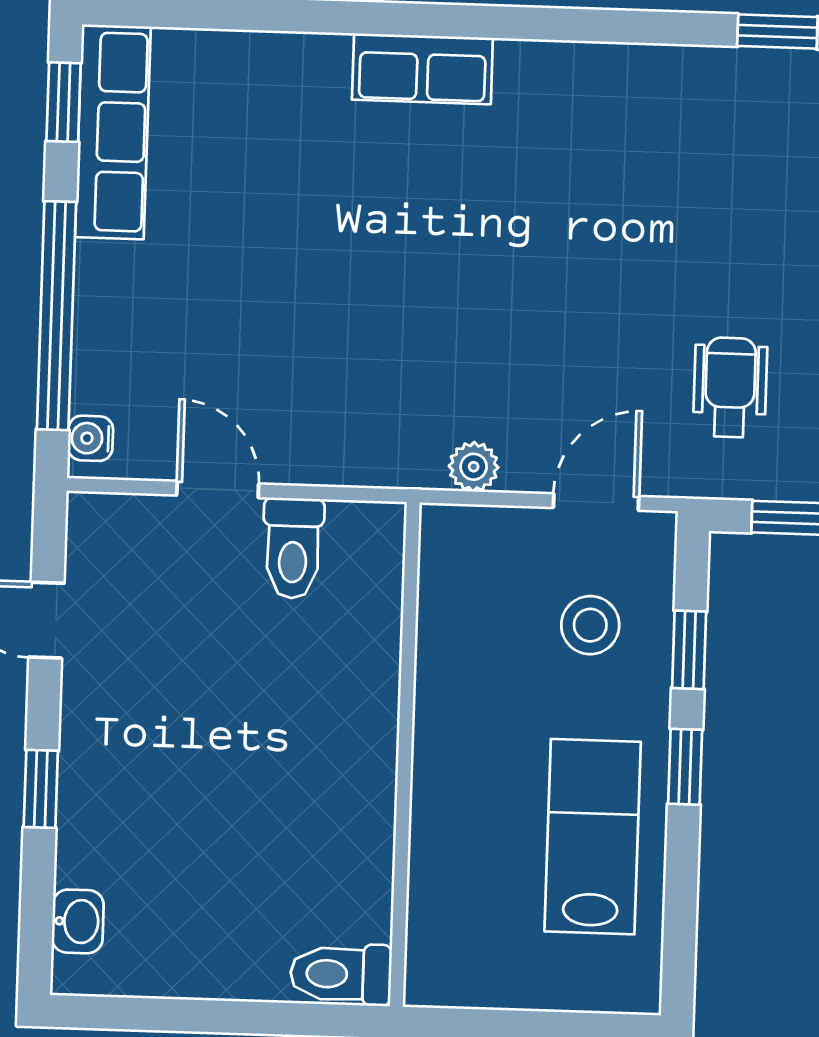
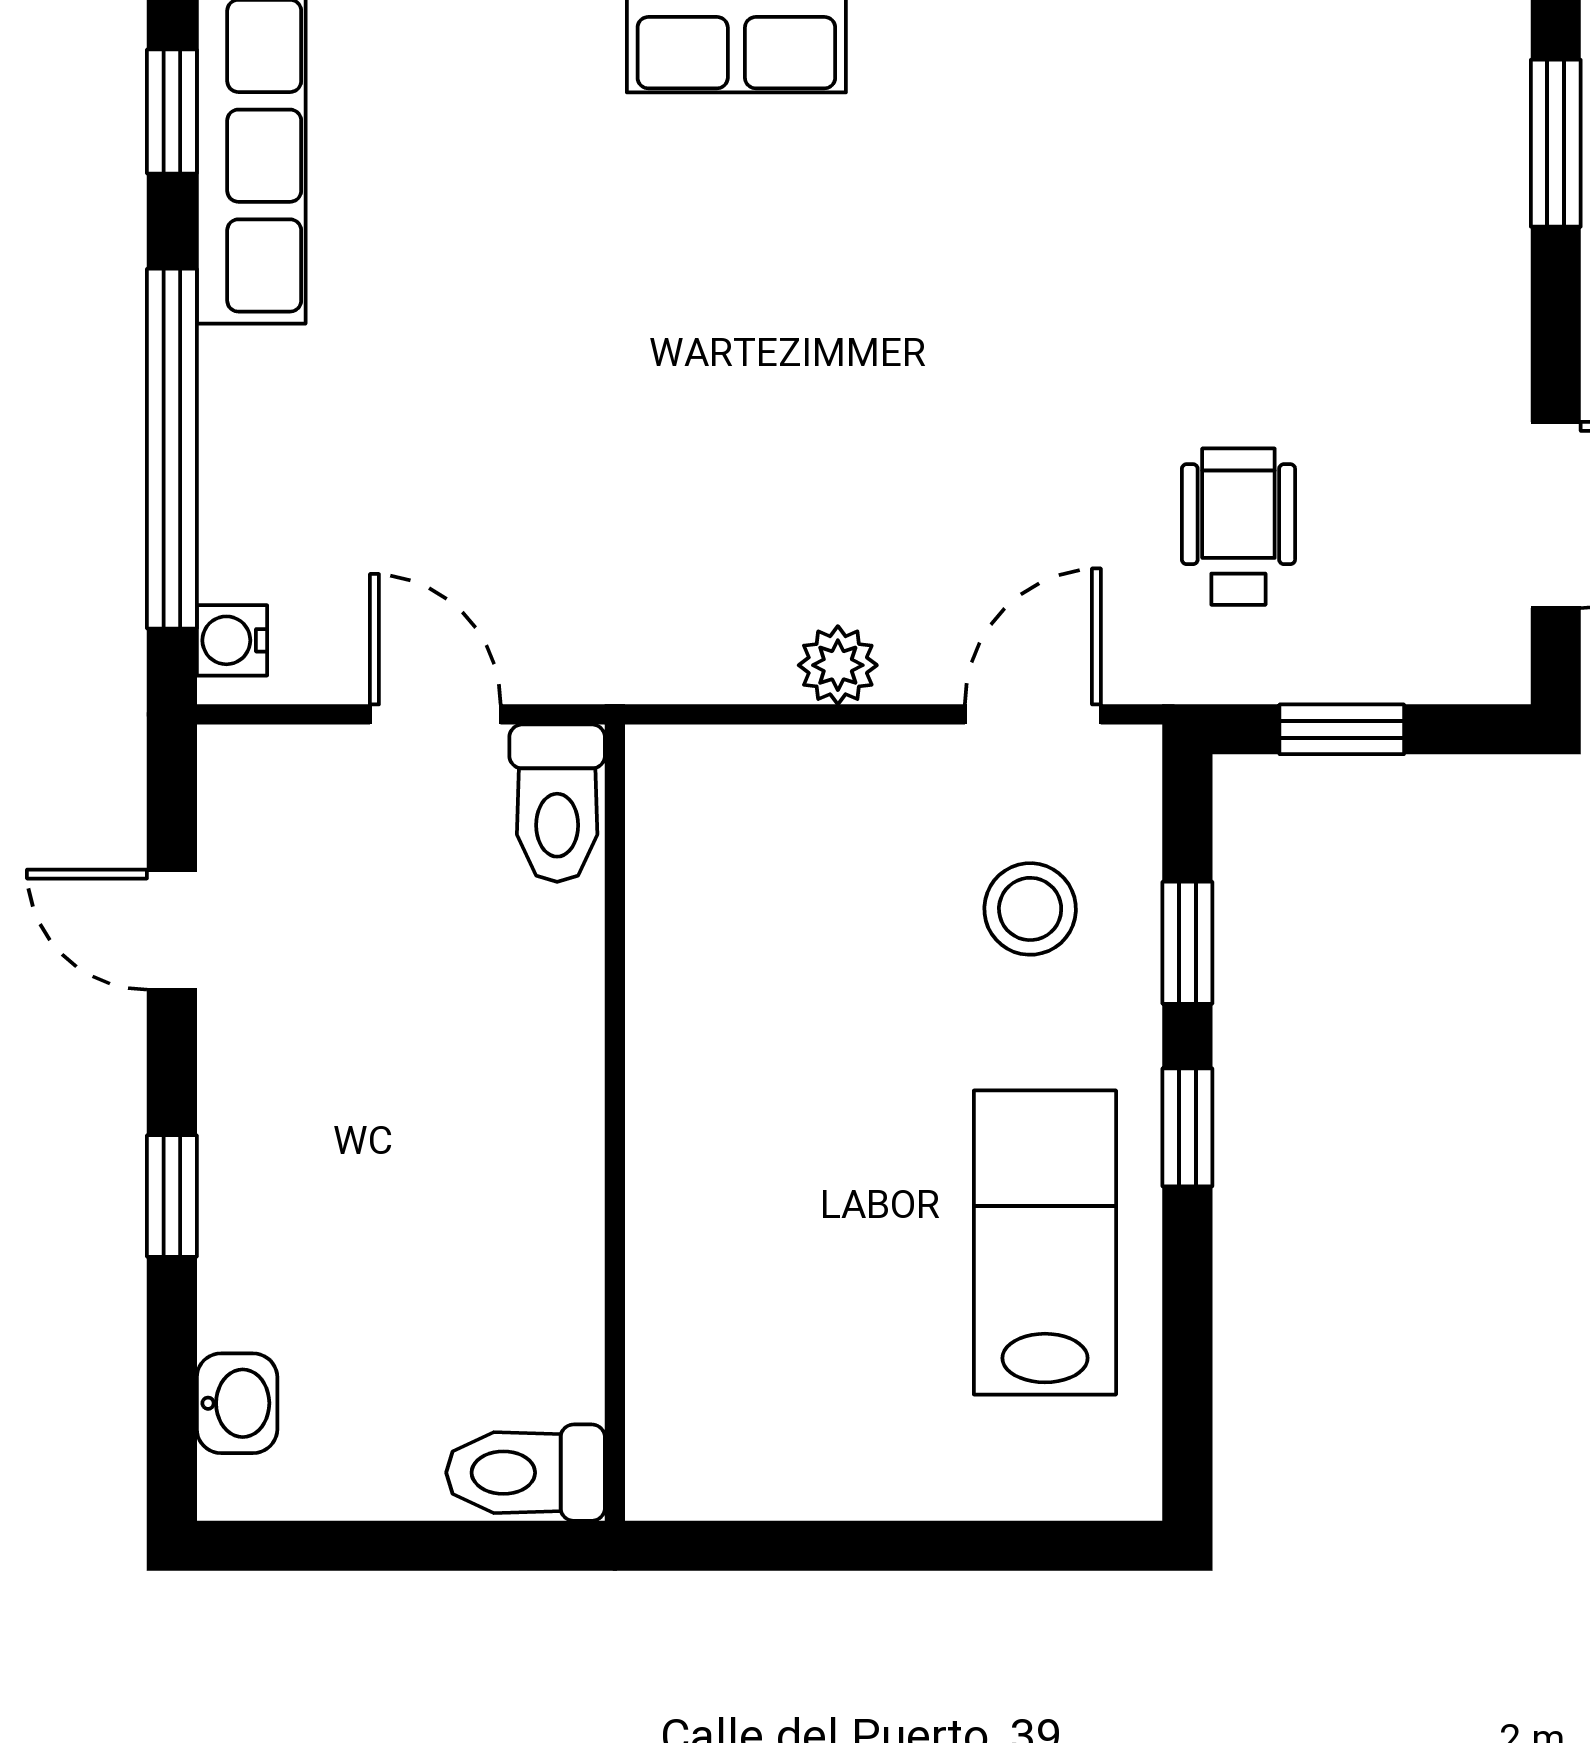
wall: (405, 754) -> (615, 1123), moved
toilet: (341, 974) -> (526, 1473), moved

